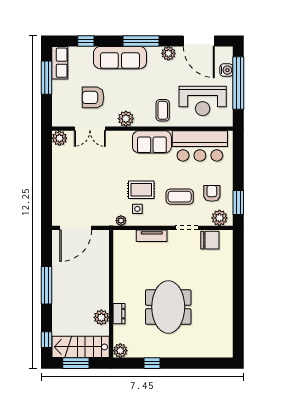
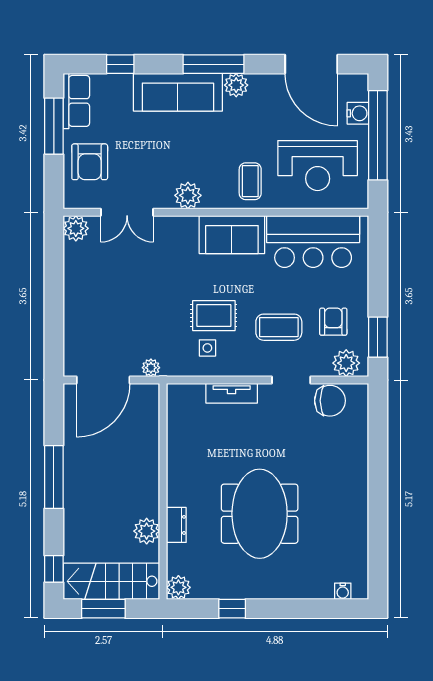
plant: (168, 53) -> (236, 85), moved
armchair: (93, 97) -> (90, 162), moved, turned -90
plant: (121, 221) -> (151, 368), moved
water cooler: (217, 353) -> (343, 591), added

